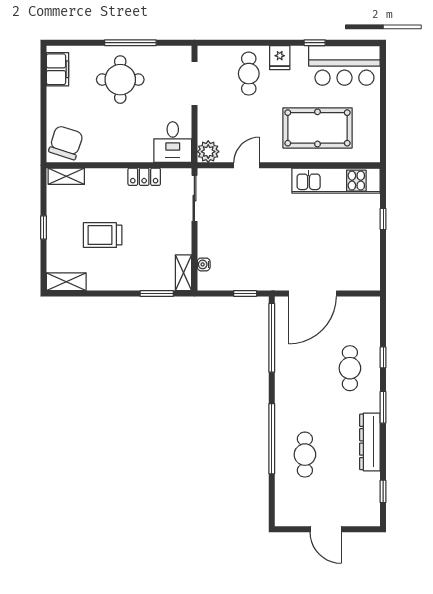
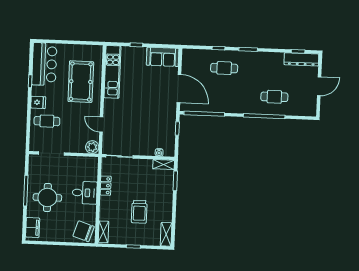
filing cabinet: (58, 69) -> (33, 227), moved, turned 90
desk: (173, 142) -> (85, 193), moved
sofa: (365, 264) -> (163, 57), added
dresser: (370, 442) -> (301, 59), moved

